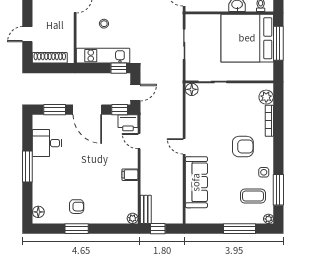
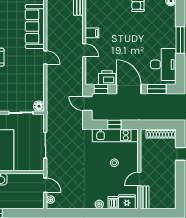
window: (119, 68) -> (114, 125), moved
door: (135, 93) -> (87, 104), hinge flipped
printer: (128, 123) -> (107, 78), moved
door: (139, 141) -> (84, 50), moved
desk: (47, 143) -> (163, 64), width x1.37

